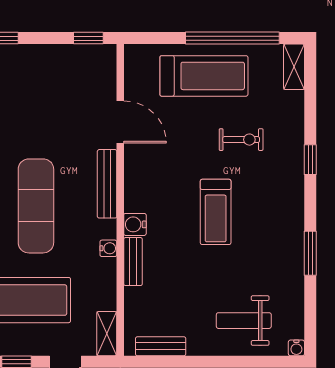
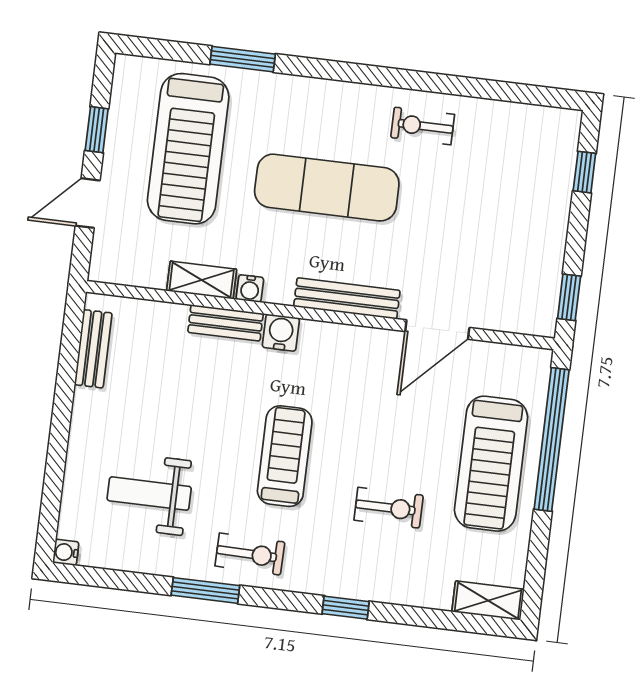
window: (232, 38) -> (552, 440), moved
exercise bike: (241, 140) -> (389, 508), turned -90
treadmill: (216, 212) -> (285, 456), turned 90
exercise bike: (283, 227) -> (250, 554), added
weight bench: (244, 321) -> (149, 494), moved, turned -90
shelving: (107, 334) -> (202, 280), moved

